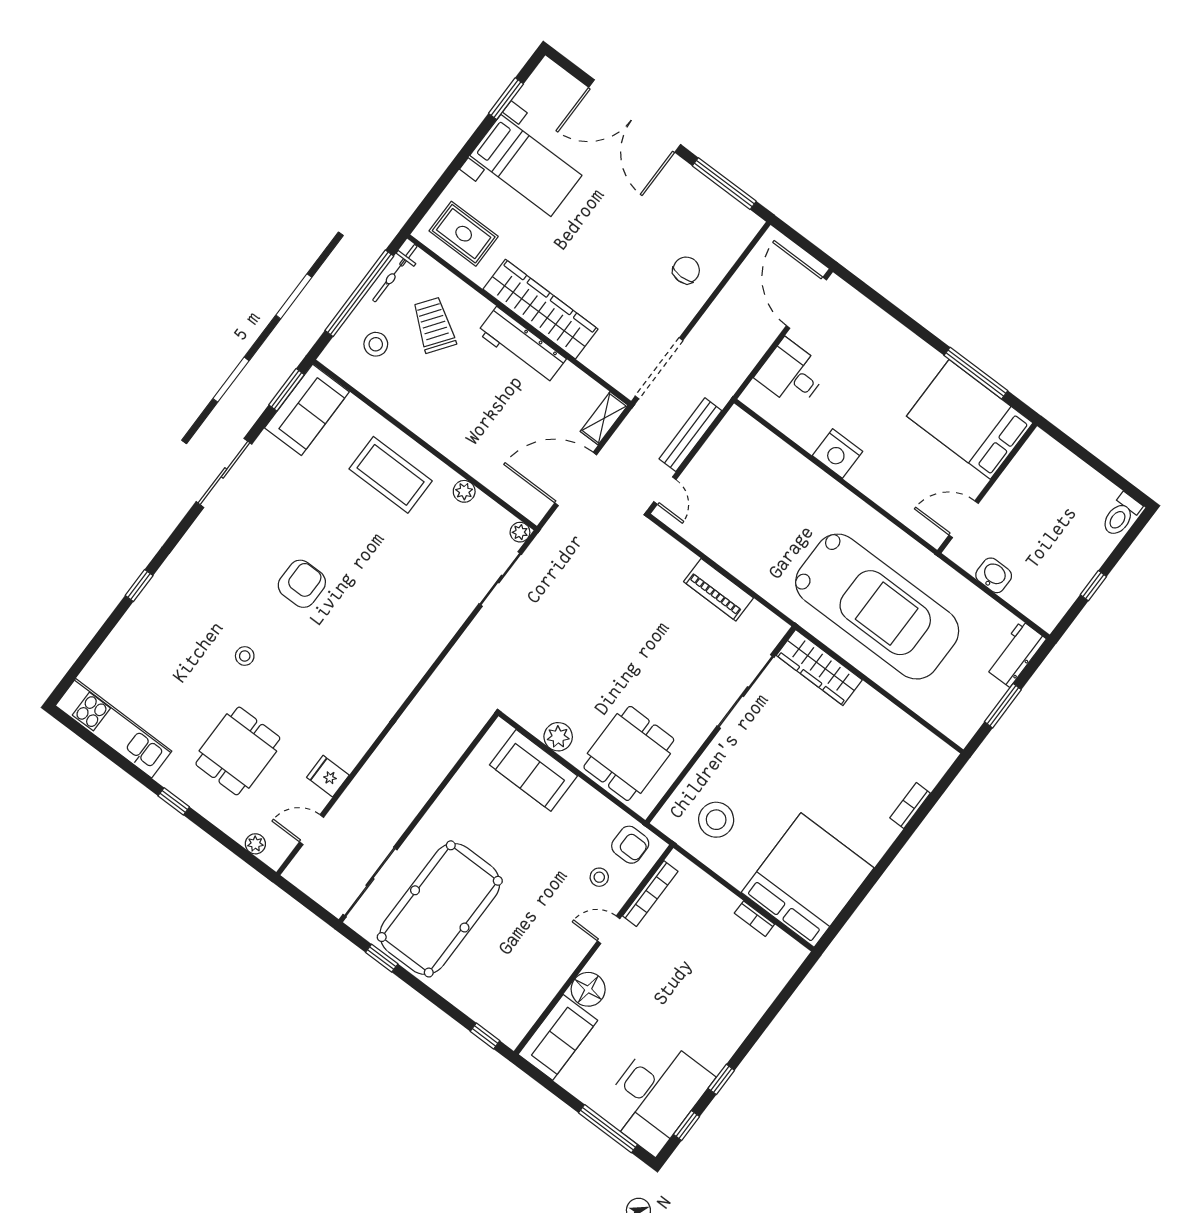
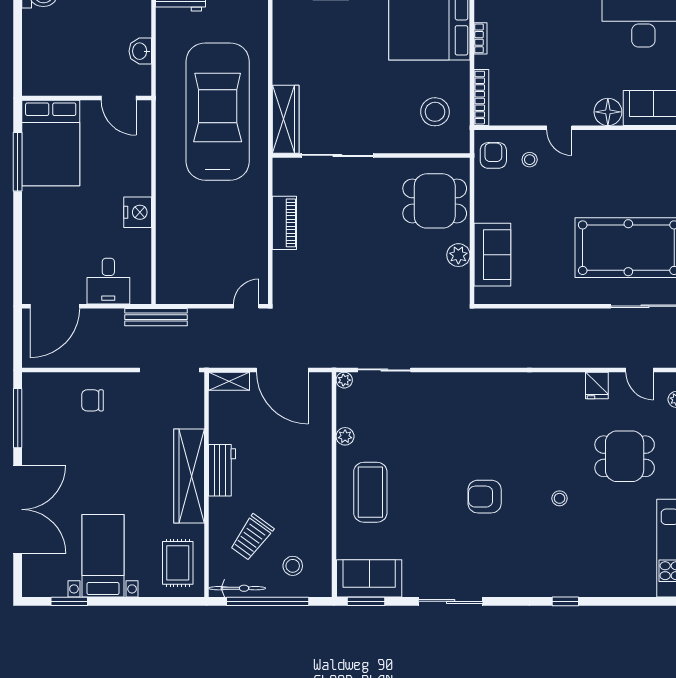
workbench: (522, 346) -> (222, 470), width x0.73
bench: (690, 435) -> (156, 317), moved
bookcase: (650, 894) -> (481, 98), moved, turned 90

